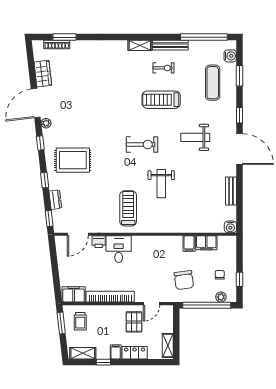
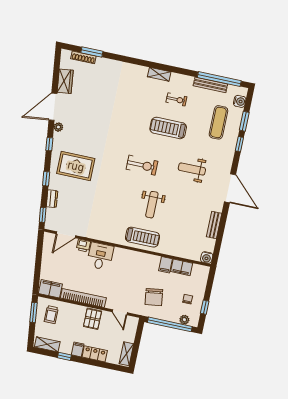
bench: (170, 45) -> (210, 85), moved
window: (239, 115) -> (239, 144), moved
treadmill: (128, 208) -> (142, 237), moved, turned 90
door: (151, 304) -> (120, 312), hinge flipped
pallet: (134, 322) -> (93, 319), moved

